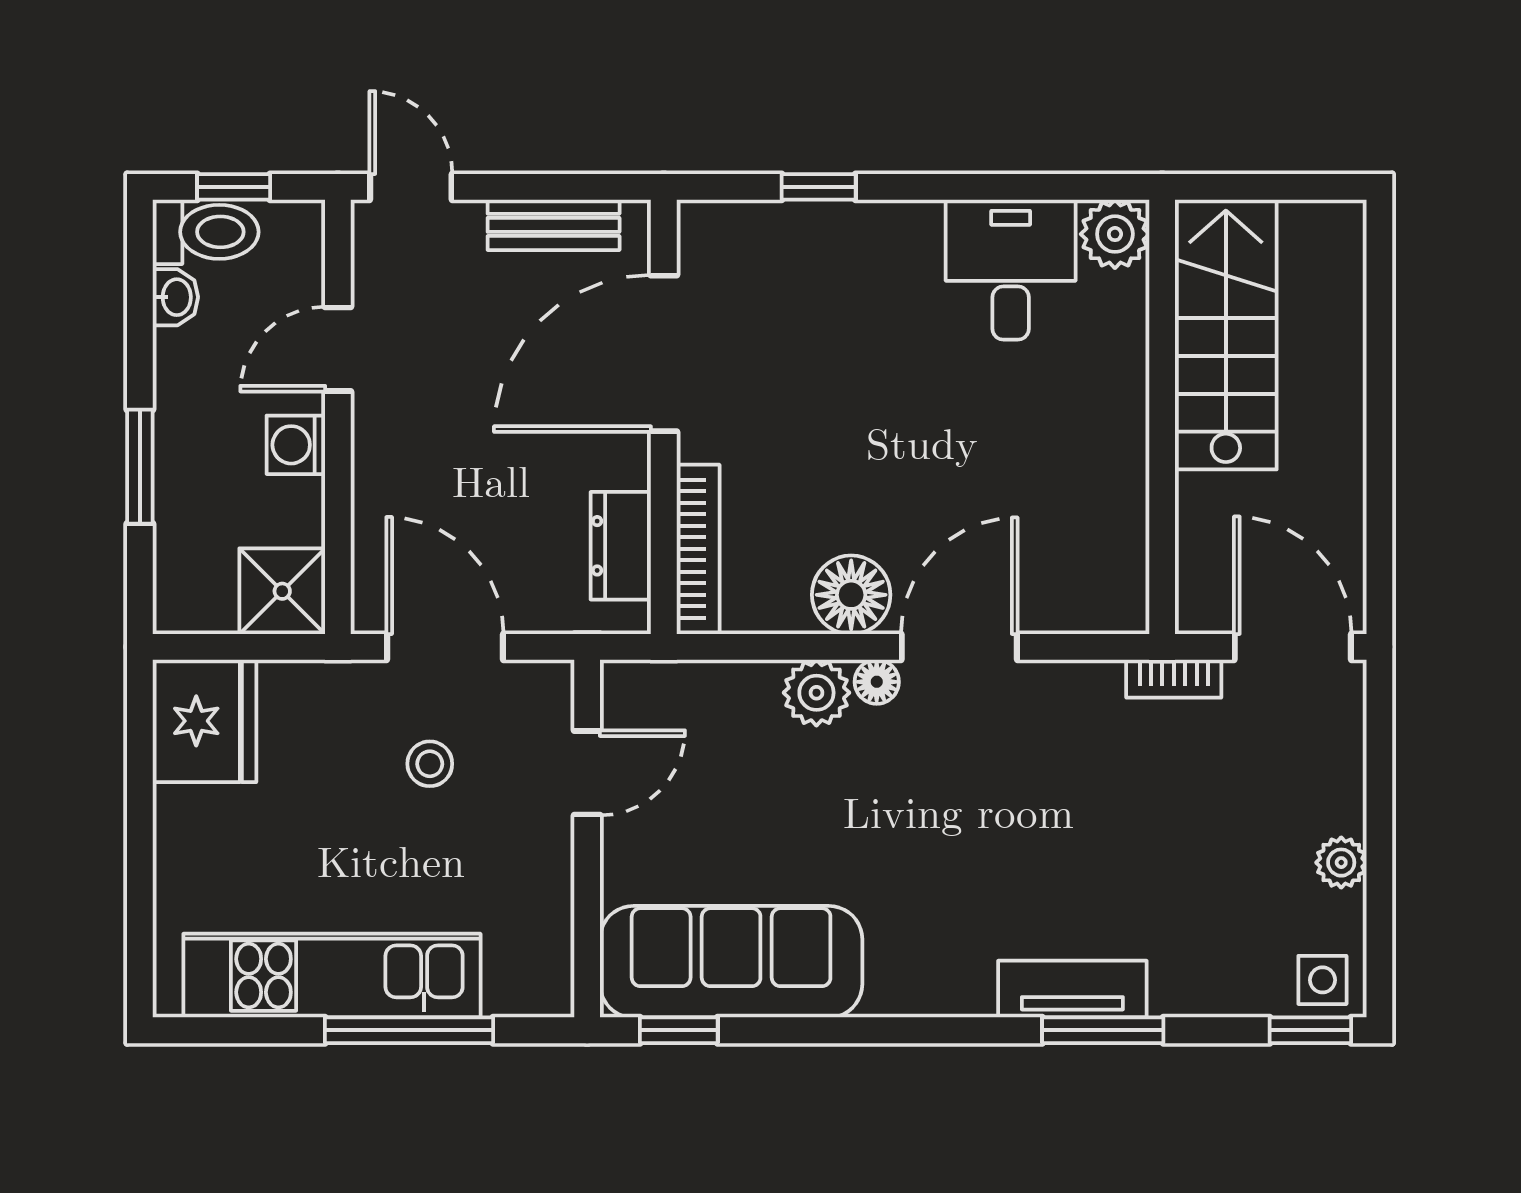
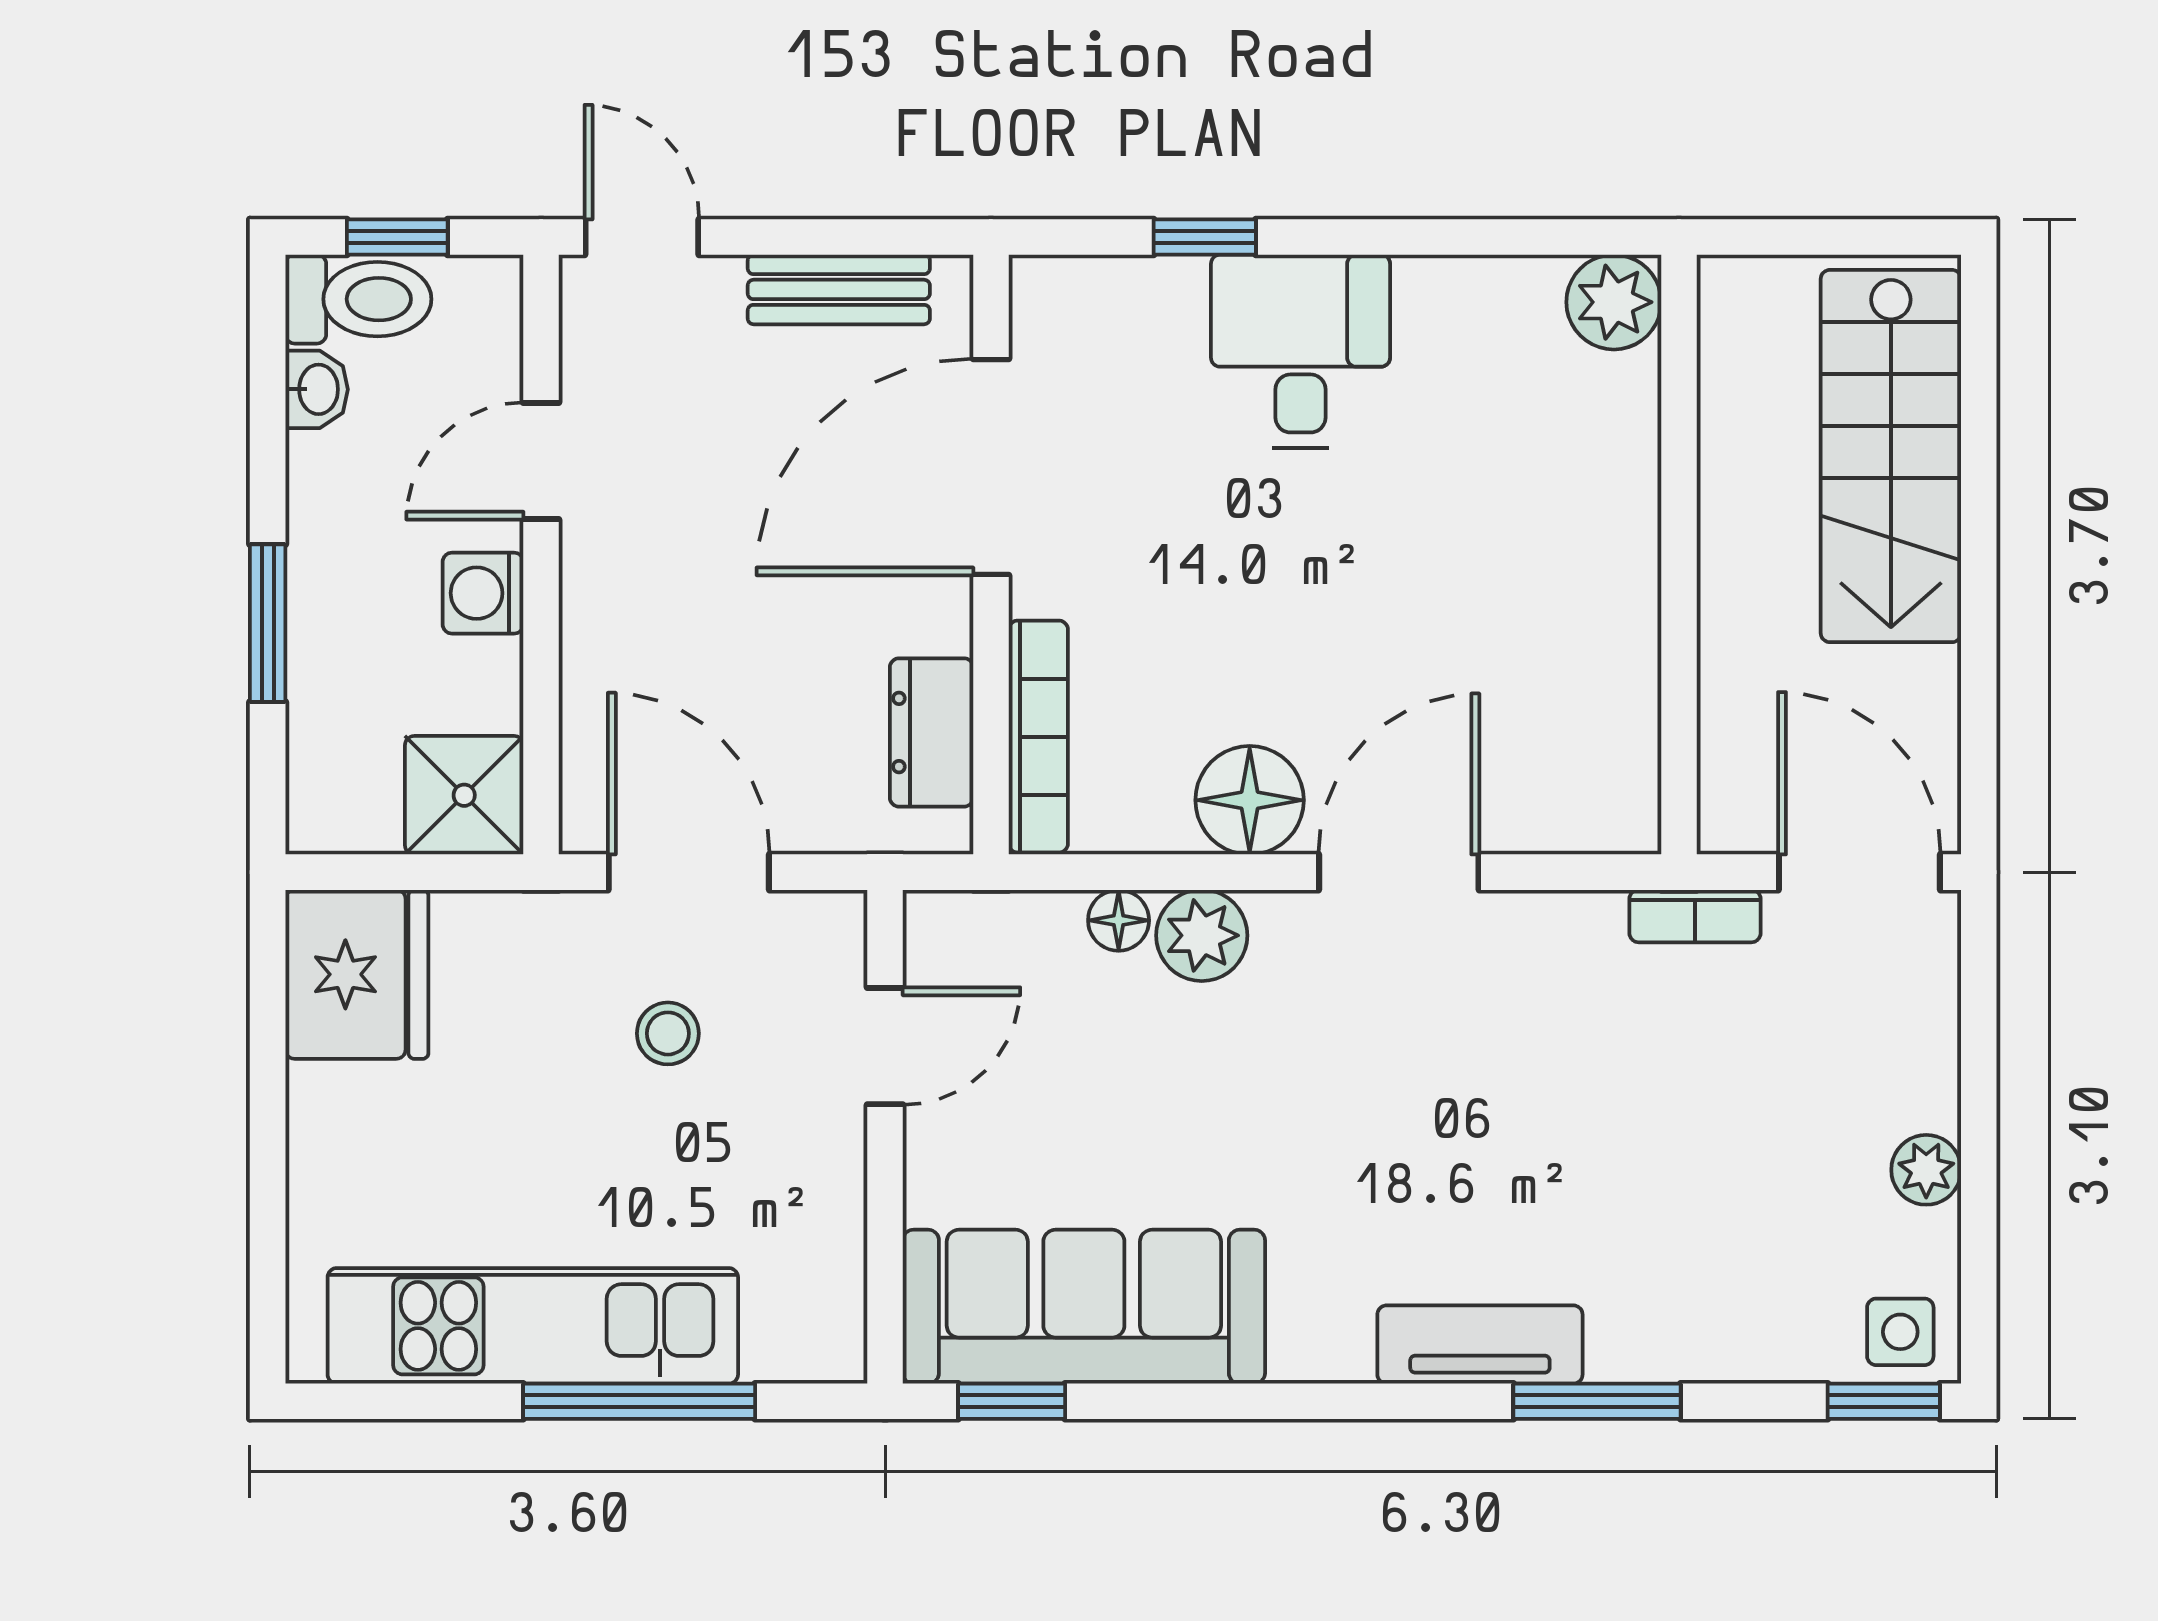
desk: (1011, 270) -> (1300, 351), moved
stairs: (1226, 335) -> (1891, 456), moved, turned 180
floor lamp: (877, 682) -> (1119, 920), moved
tv unit: (1072, 989) -> (1480, 1345), moved

